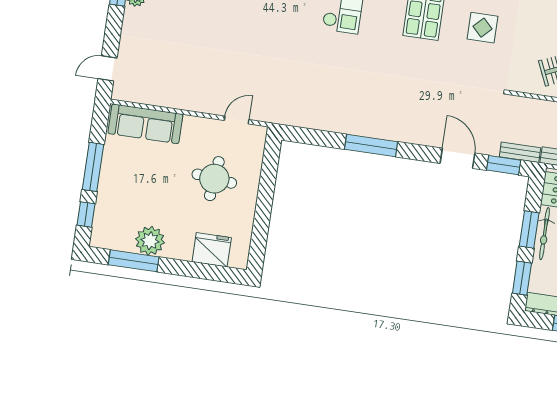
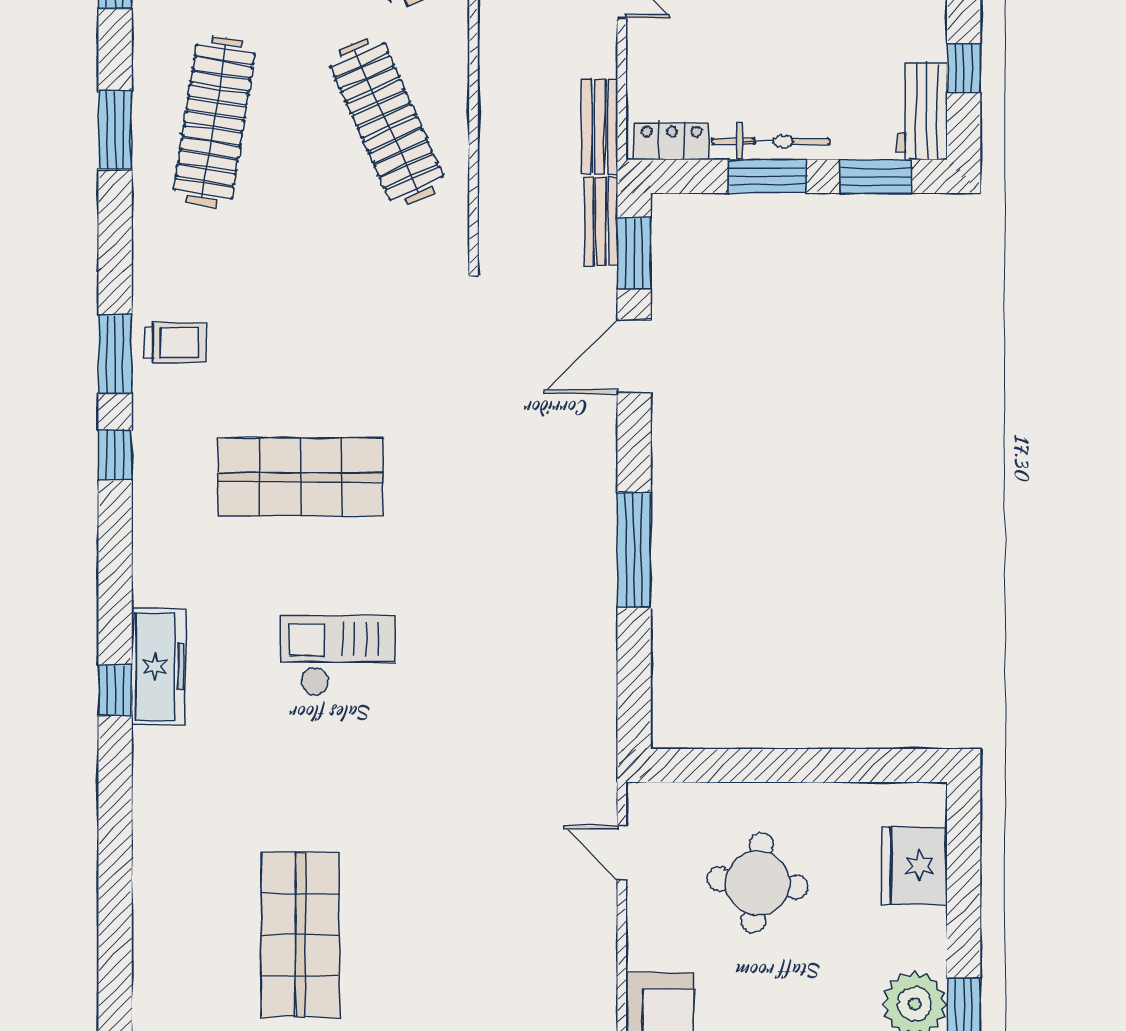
display table: (483, 28) -> (340, 344), removed

